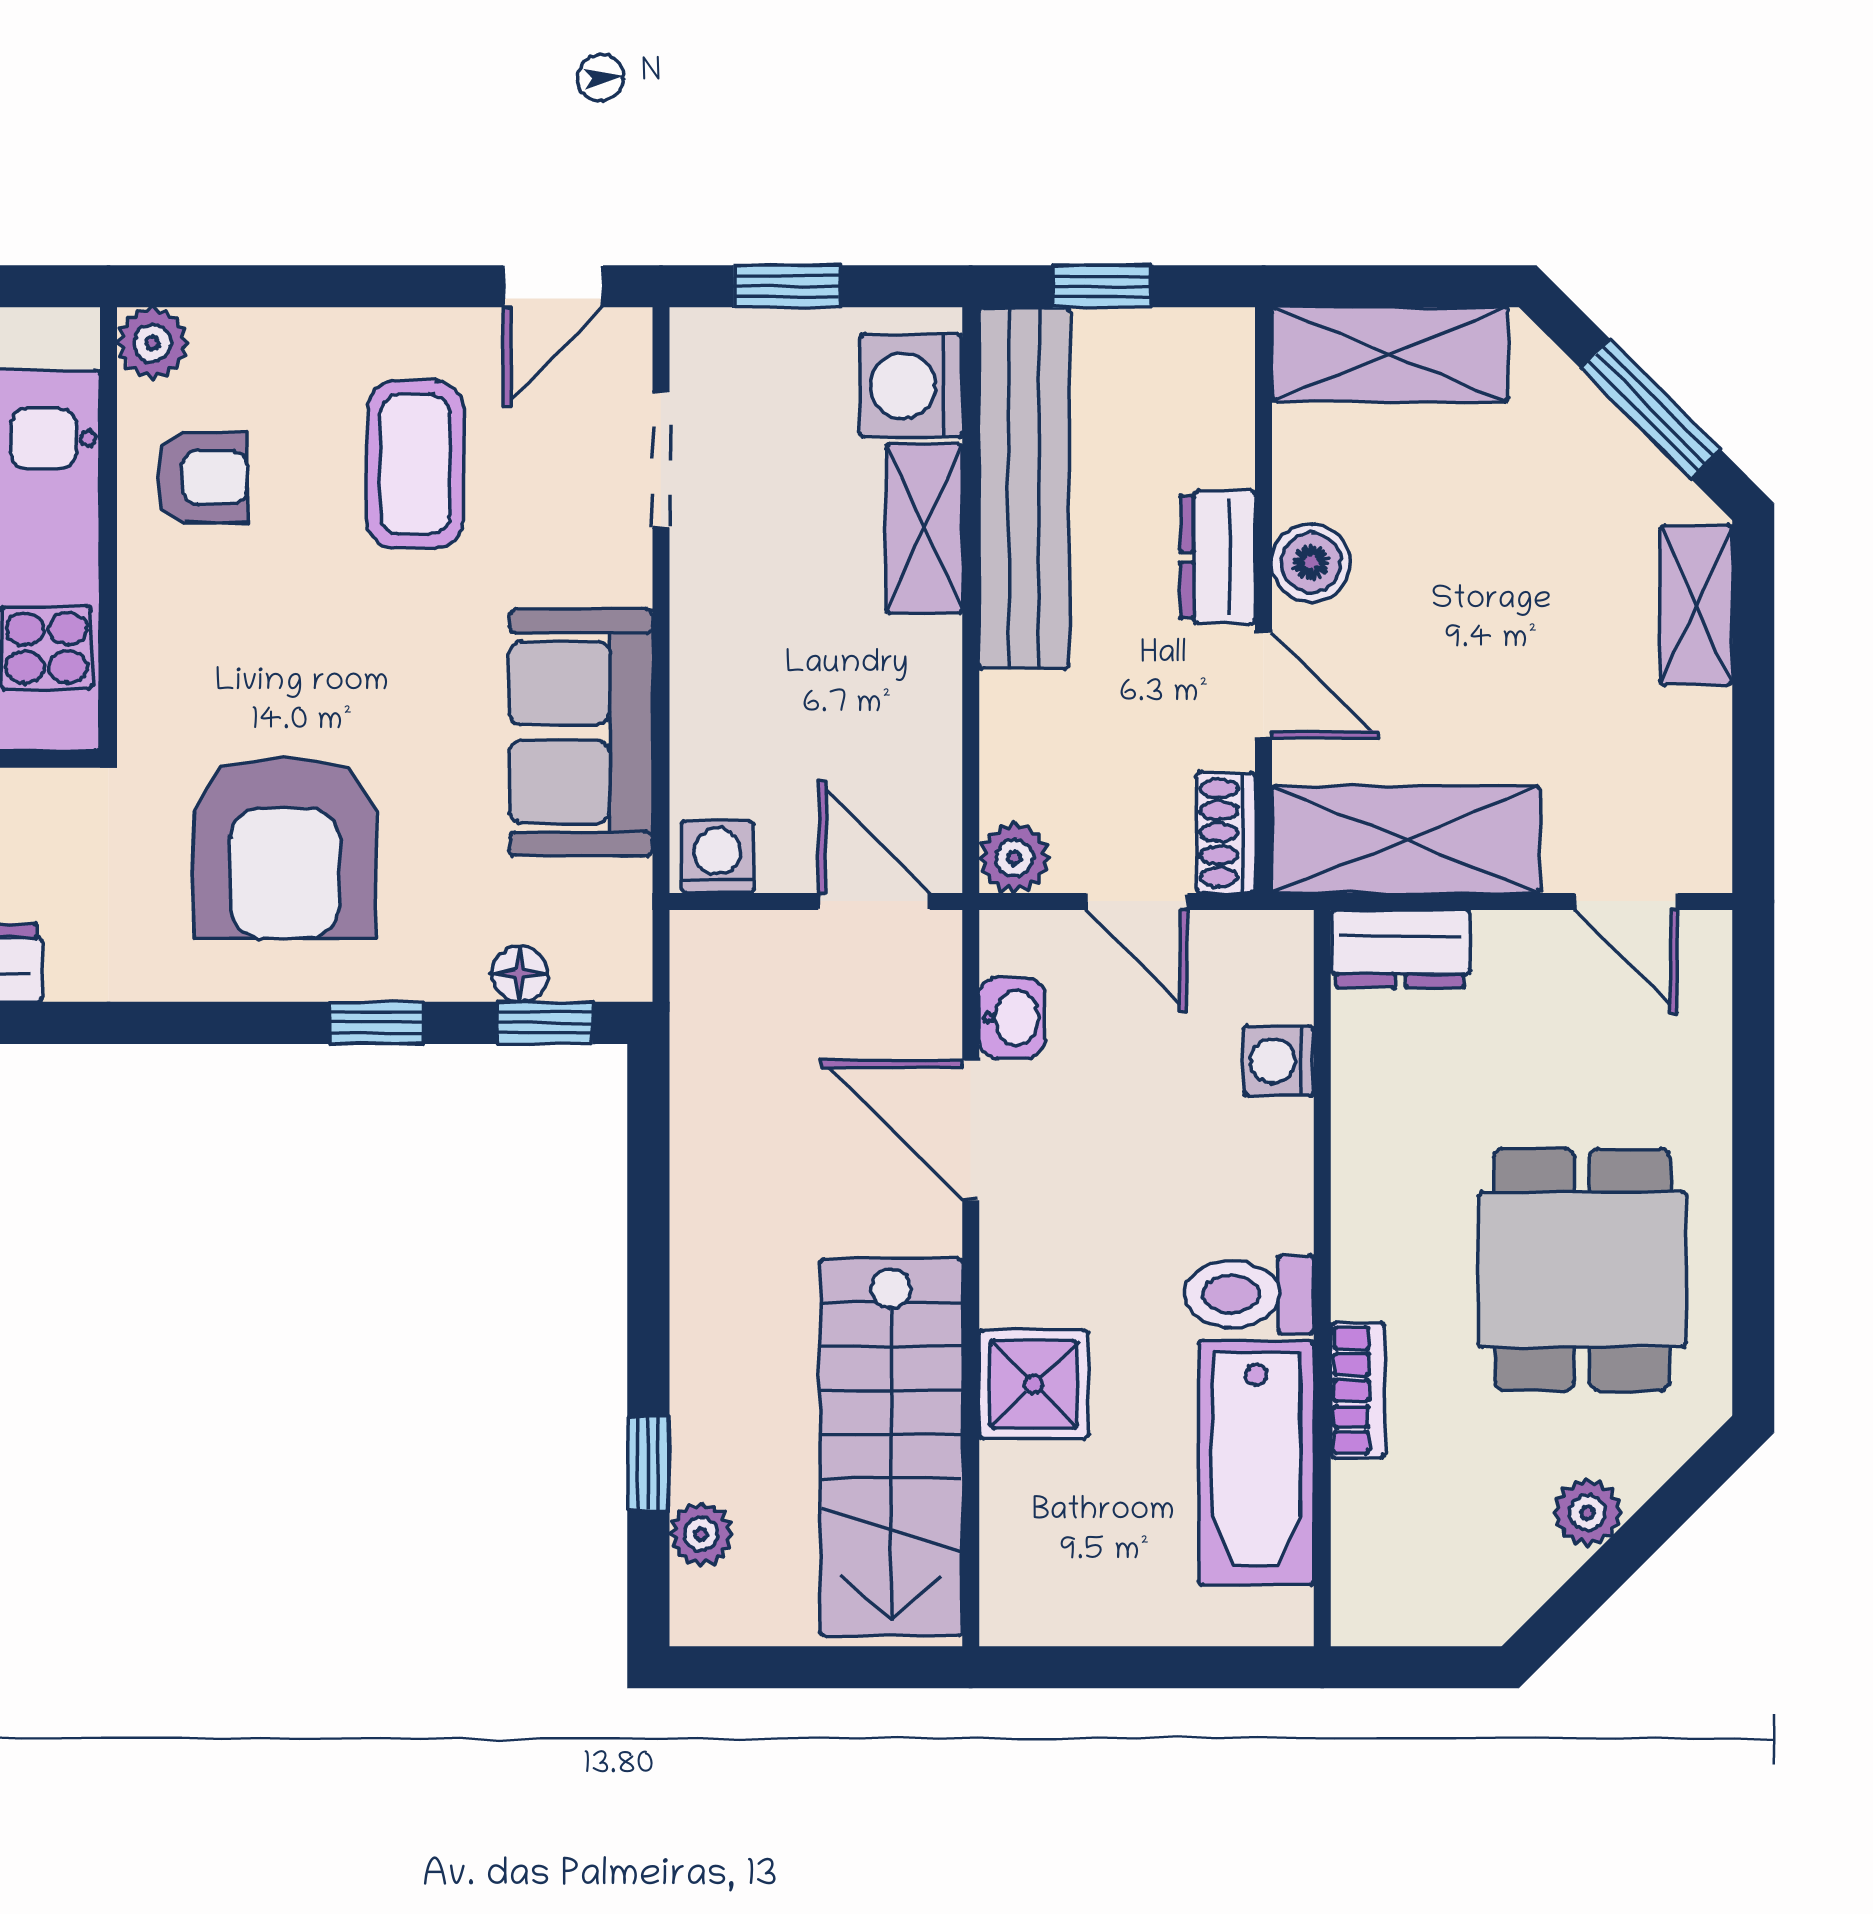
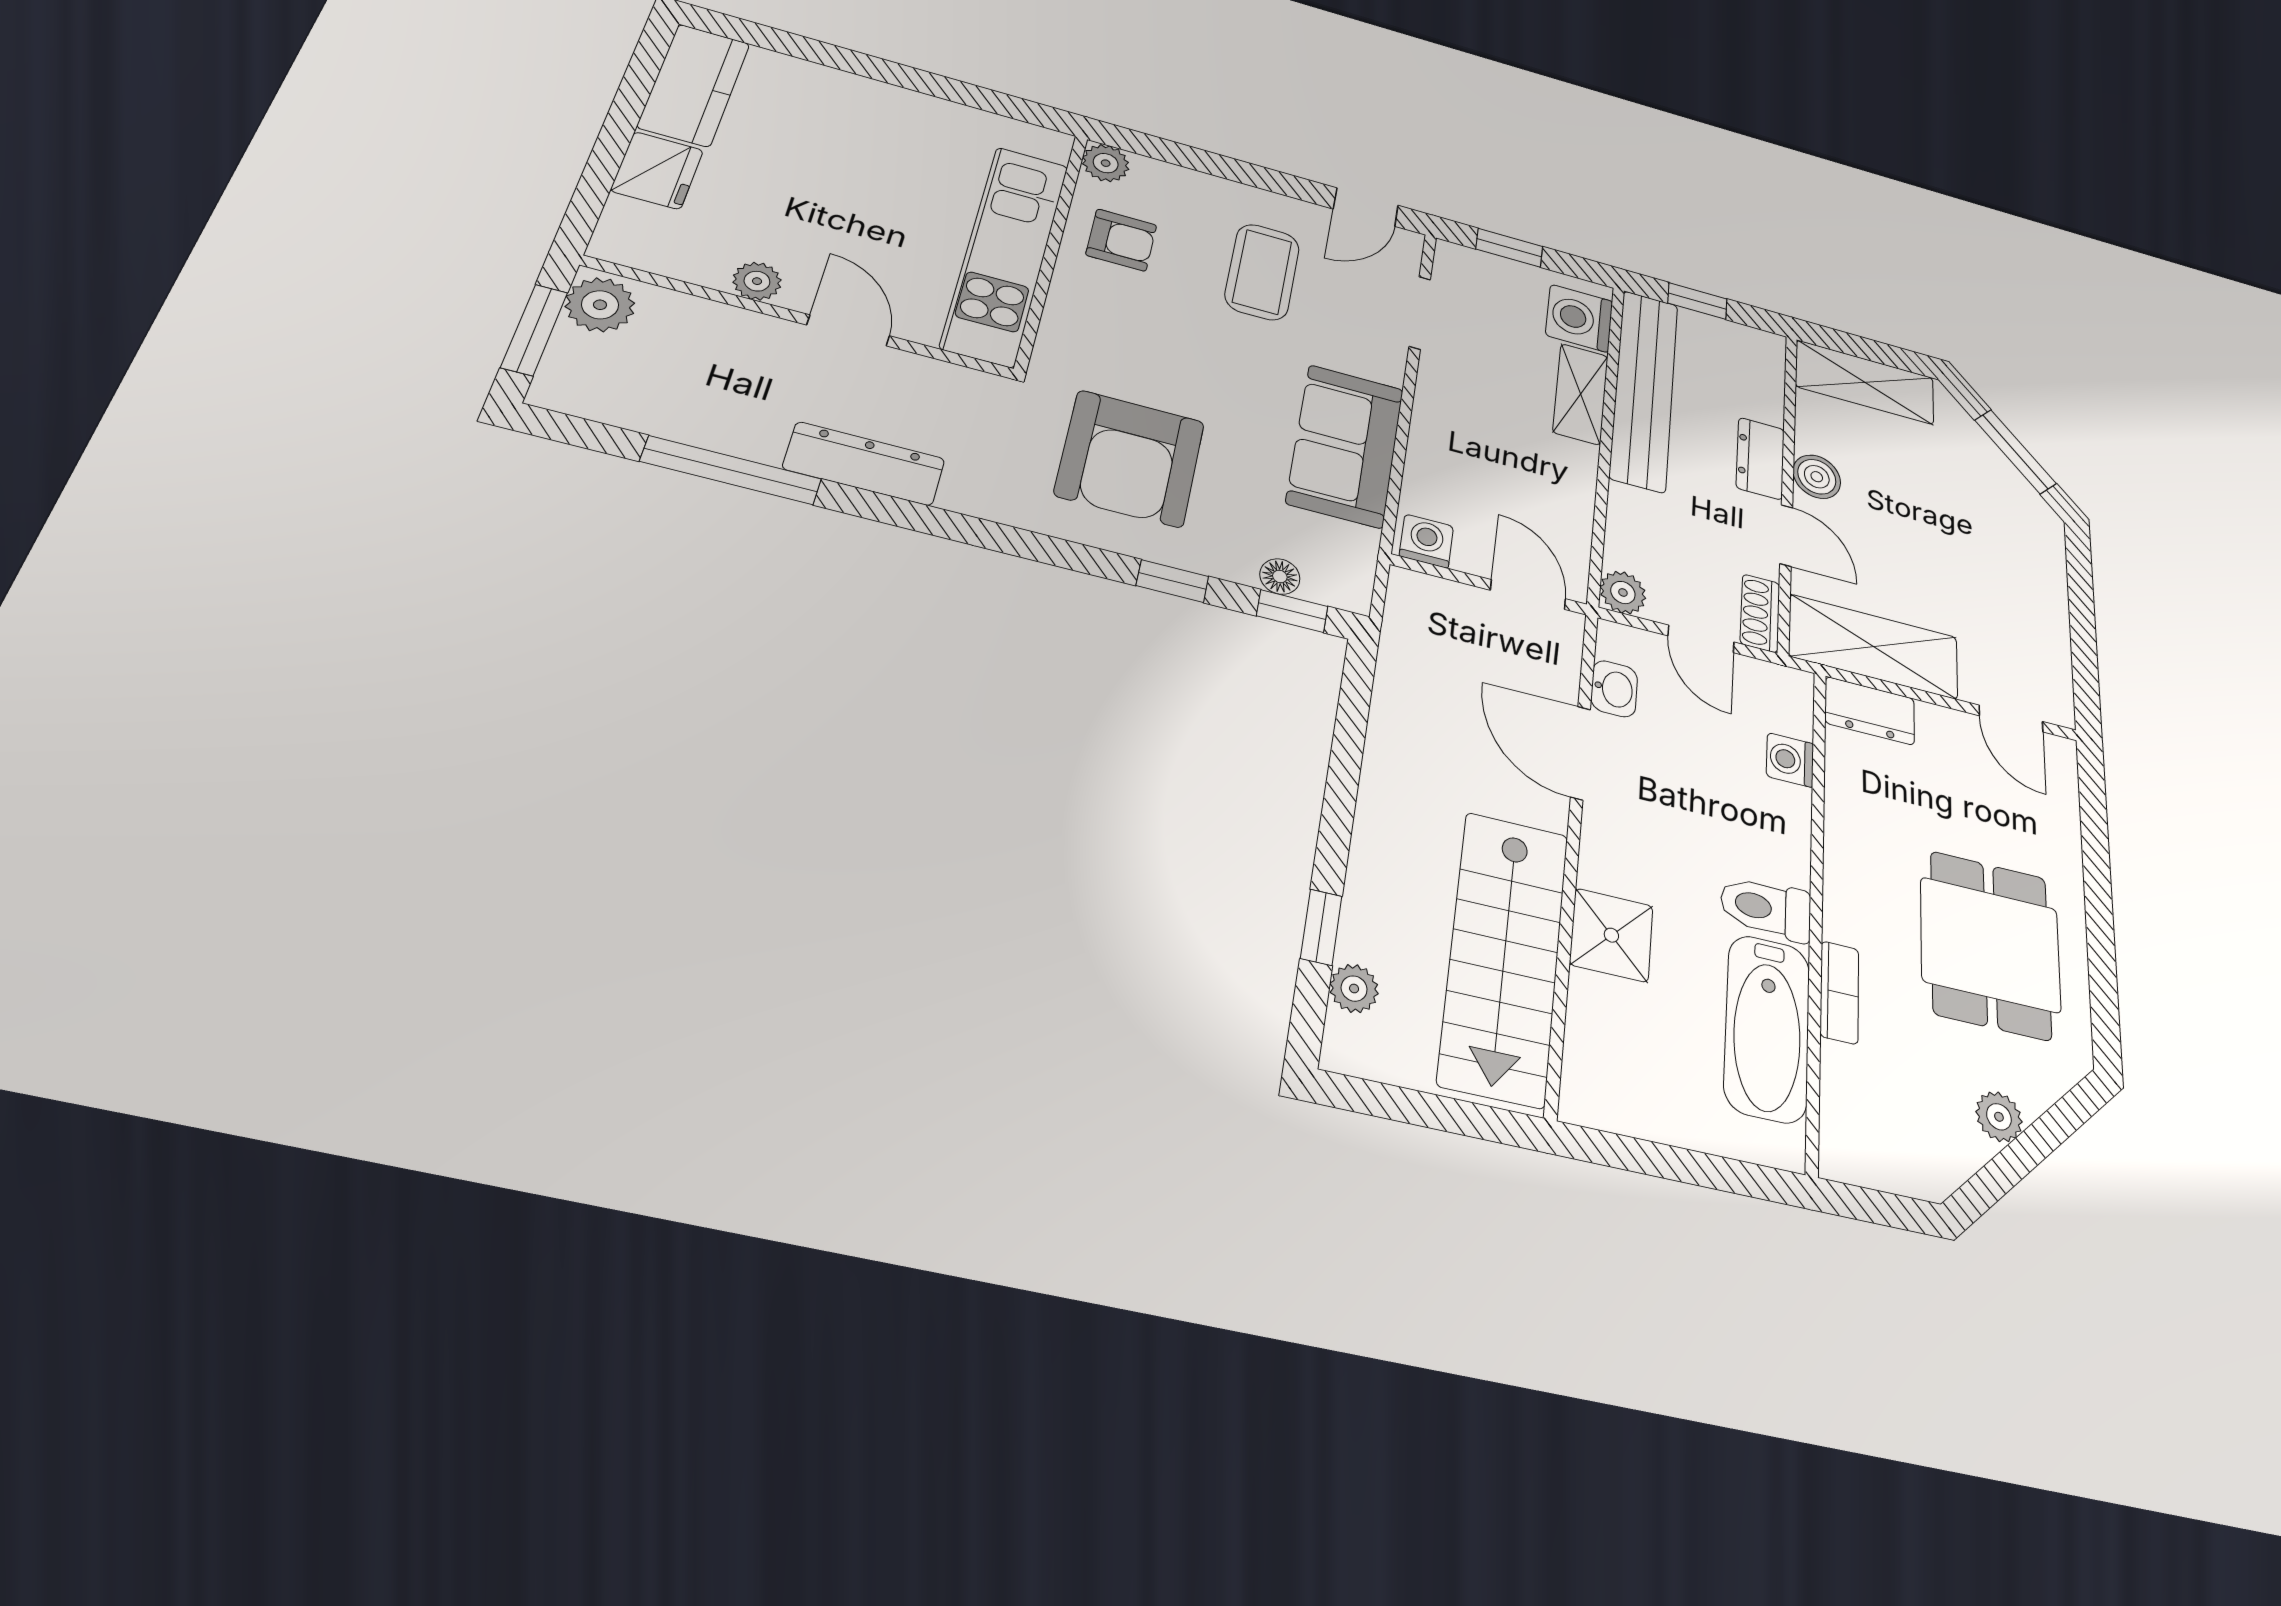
shelving: (1696, 605) -> (2046, 562), removed

